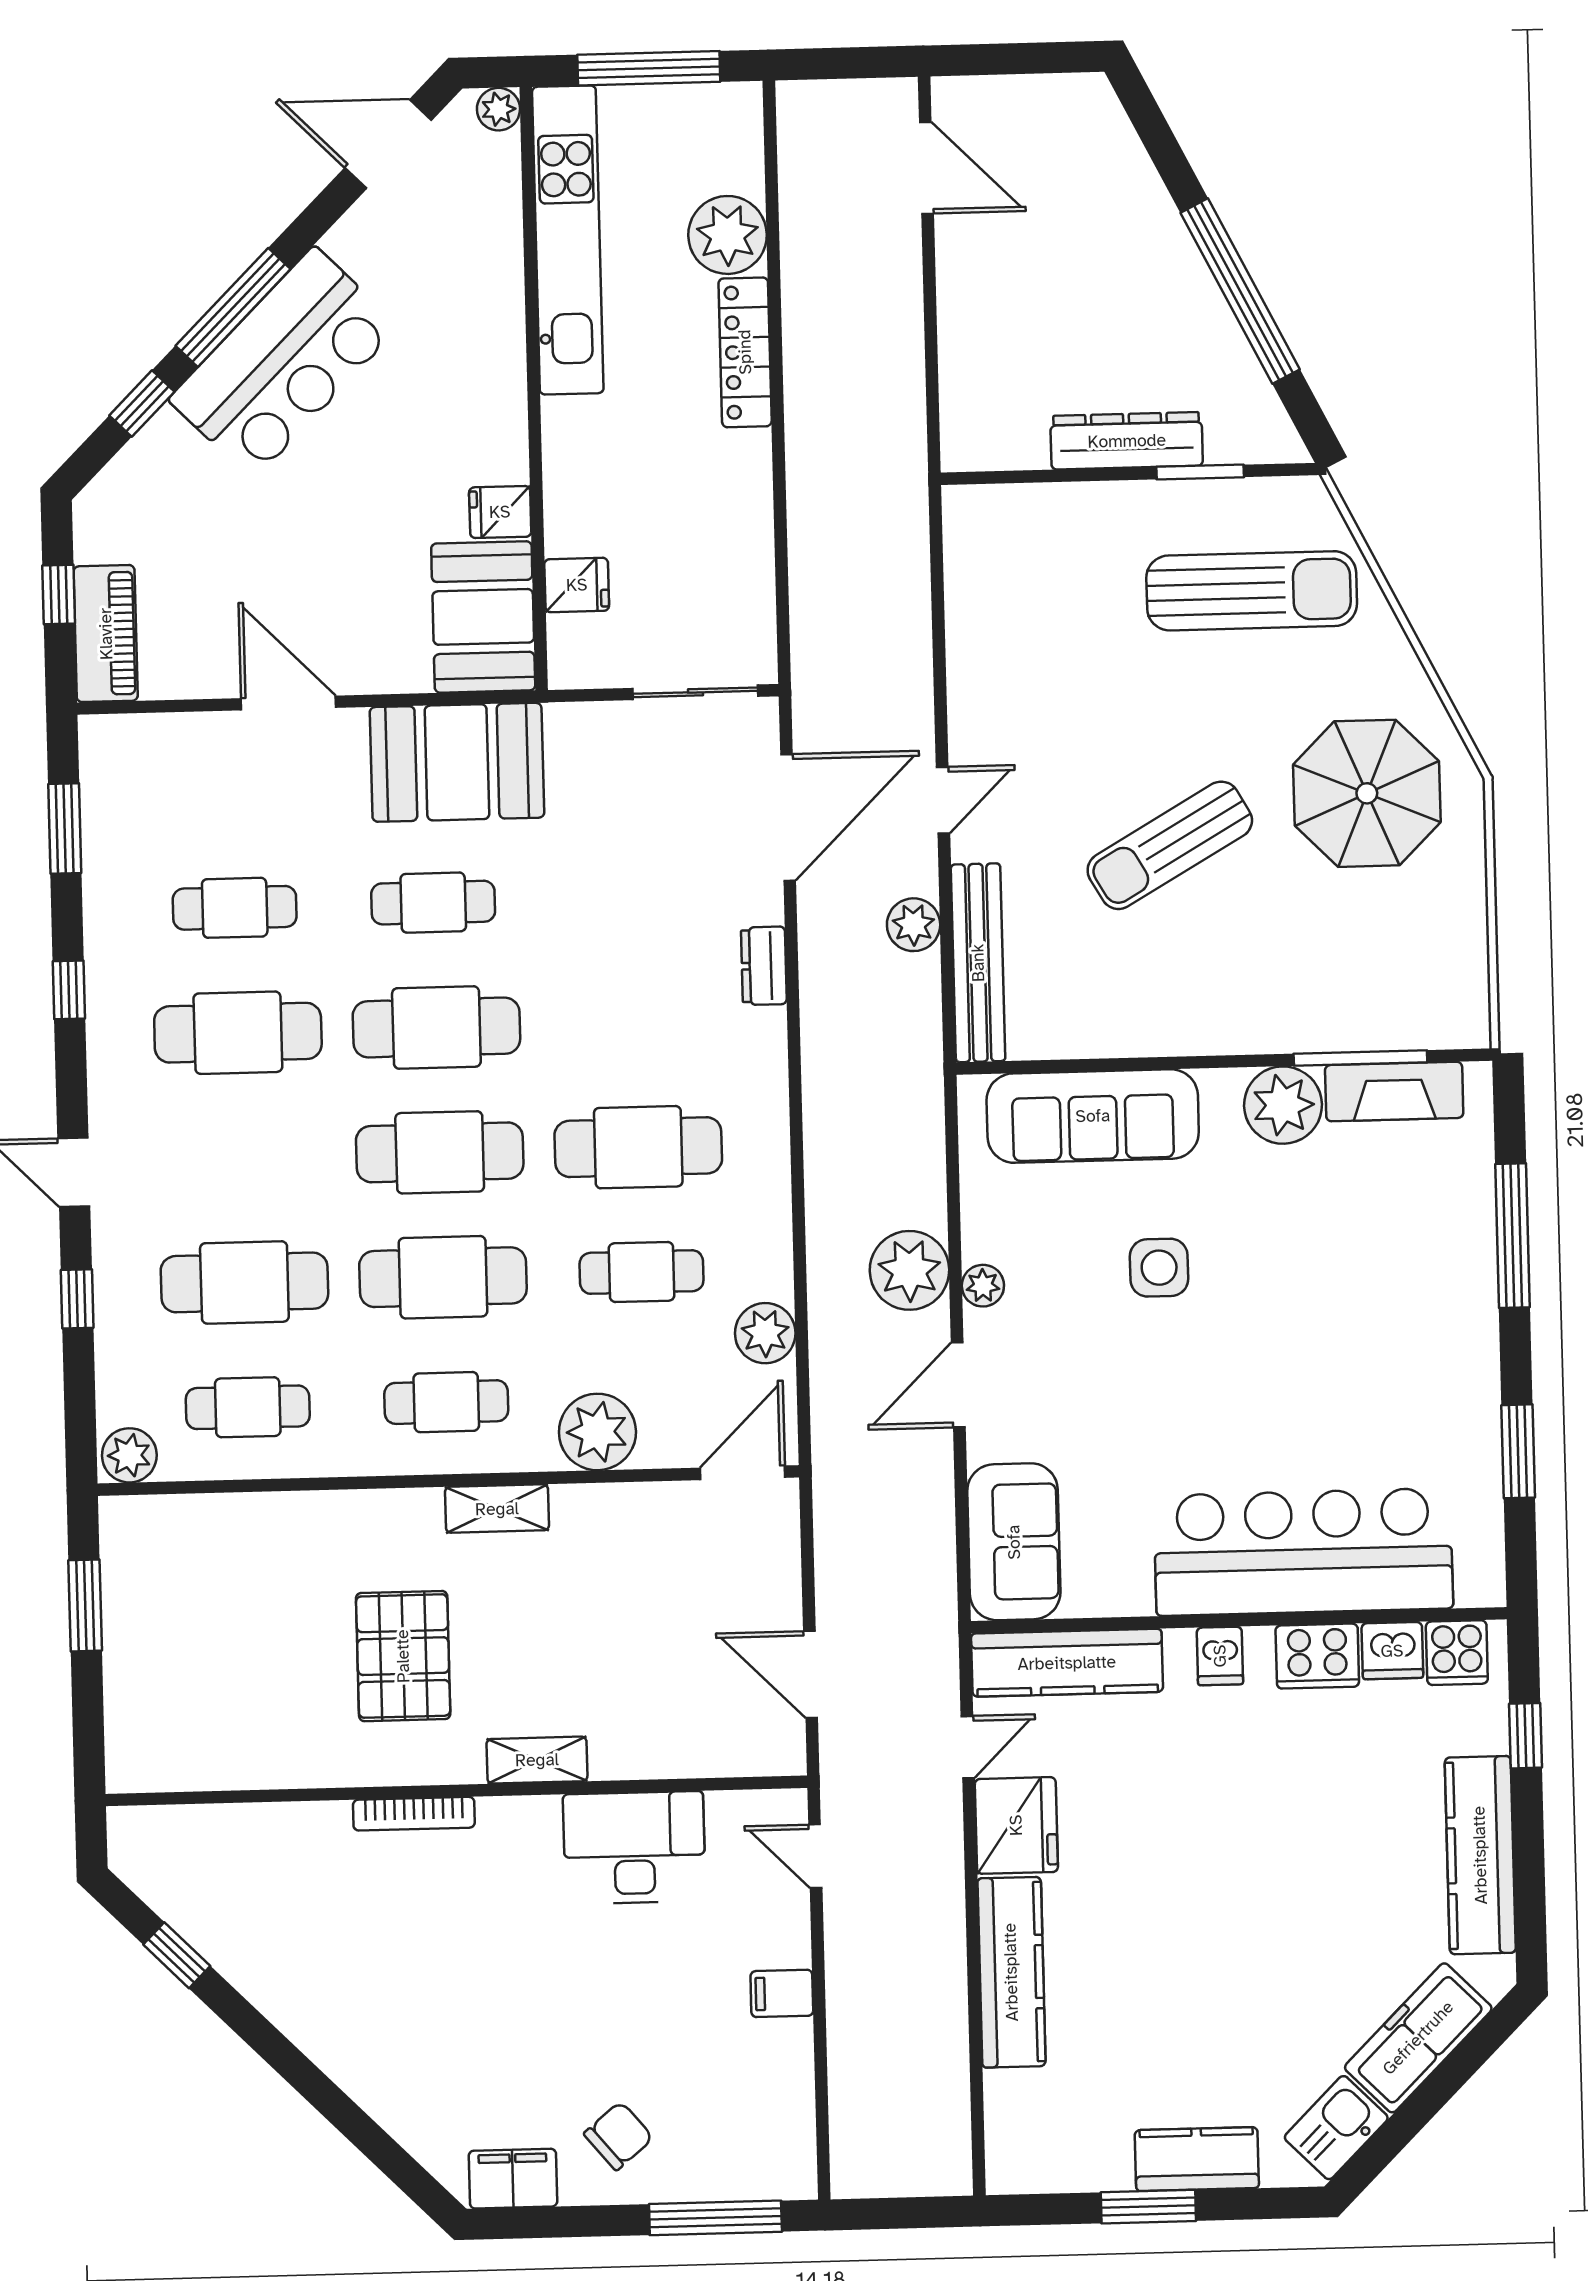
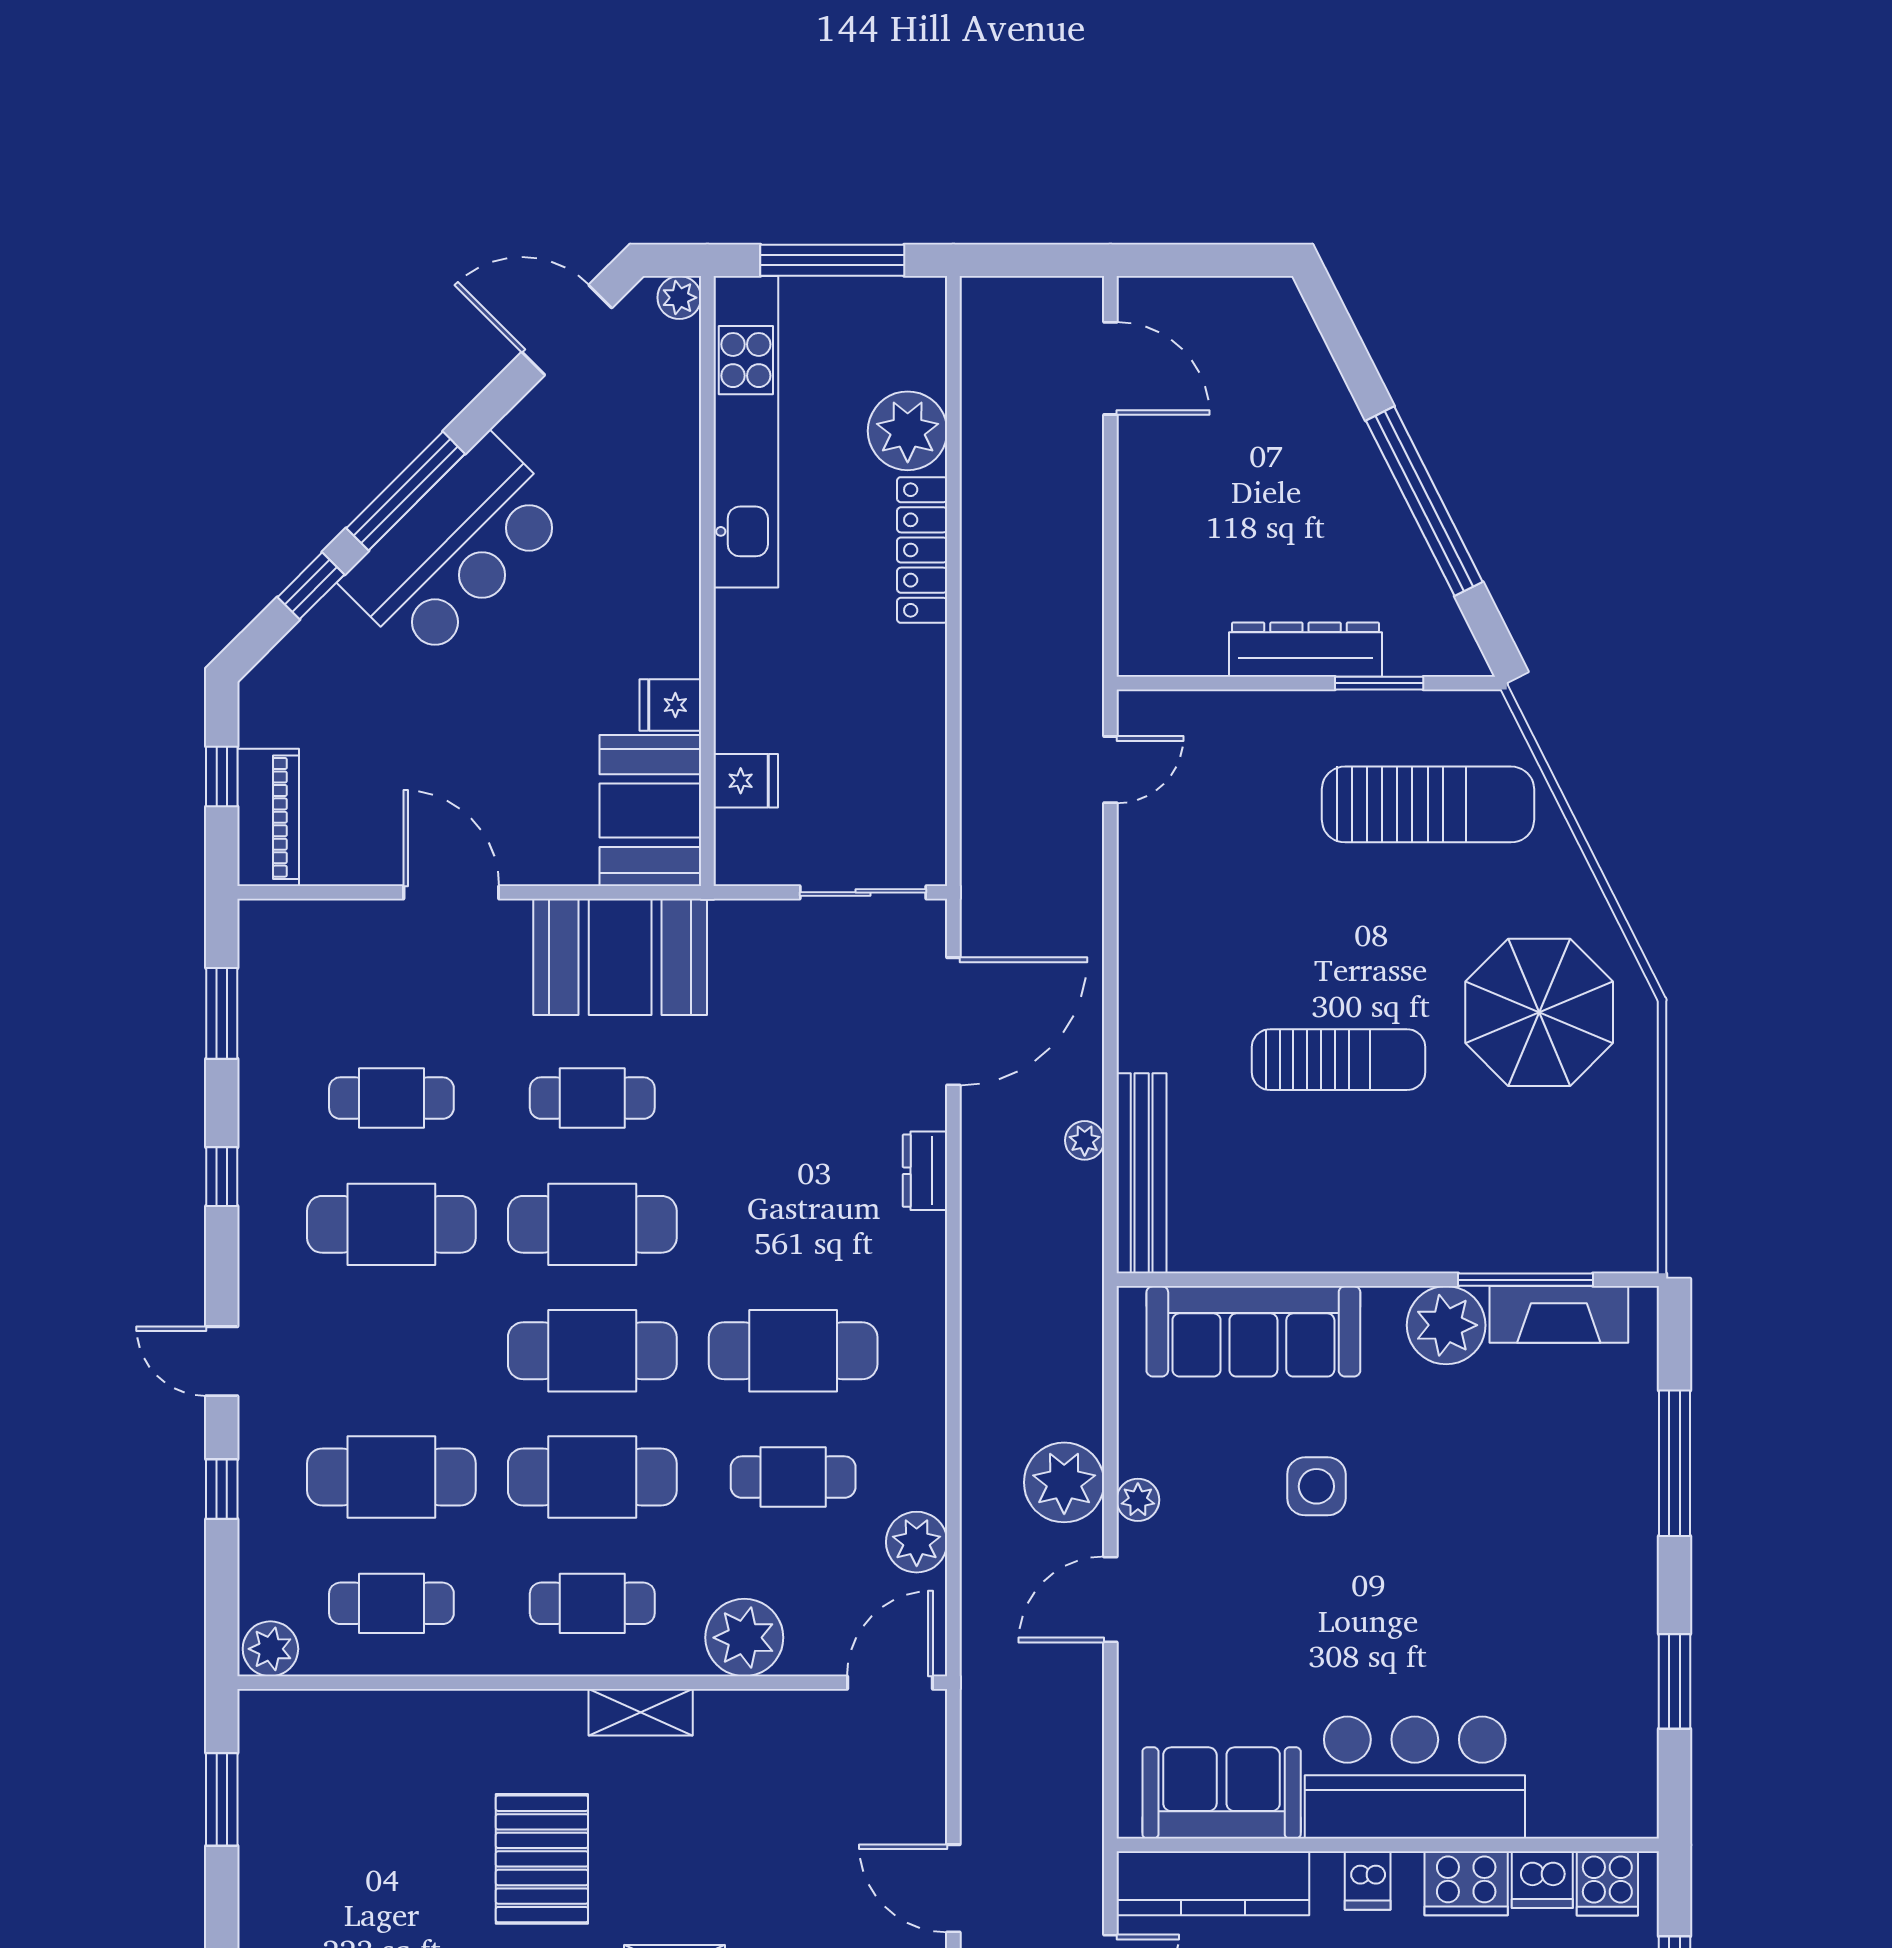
door: (943, 800) -> (1110, 770), moved
sun lounger: (1170, 845) -> (1338, 1060), turned -150
plant: (914, 925) -> (1085, 1140), width x0.73, depth x0.73
sofa: (1014, 1542) -> (1222, 1793), moved, turned -90
bar counter: (1303, 1552) -> (1415, 1777), width x0.73

